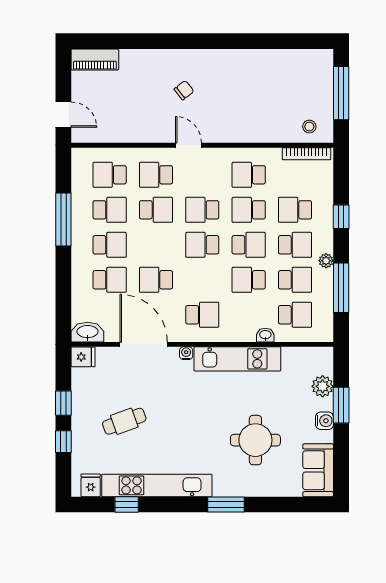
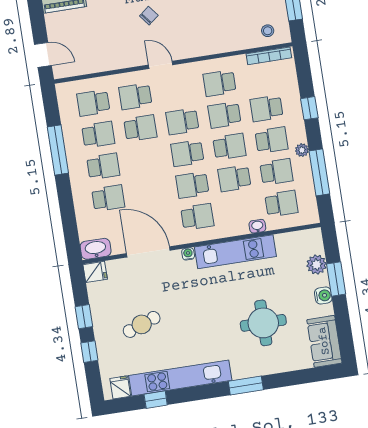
school desk: (156, 280) -> (192, 185), moved

